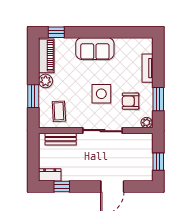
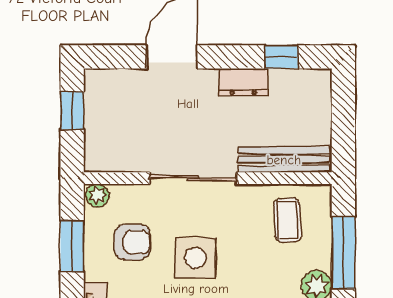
window: (33, 96) -> (343, 253), width x1.44
bench: (61, 139) -> (284, 160), width x1.36
dresser: (50, 175) -> (243, 82), moved

